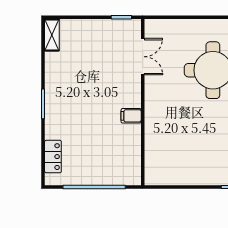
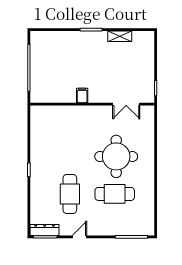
shelving: (52, 35) -> (120, 36), moved
locker: (53, 157) -> (52, 37), removed

